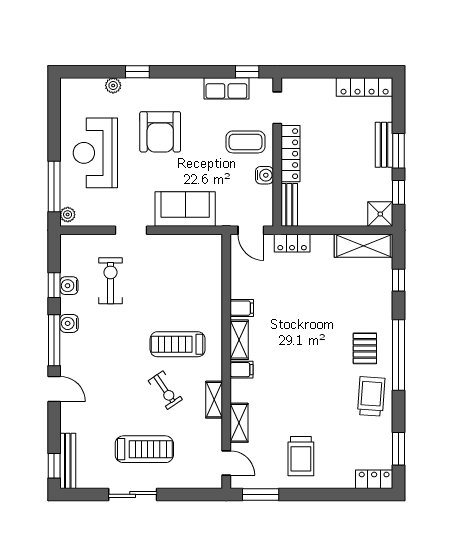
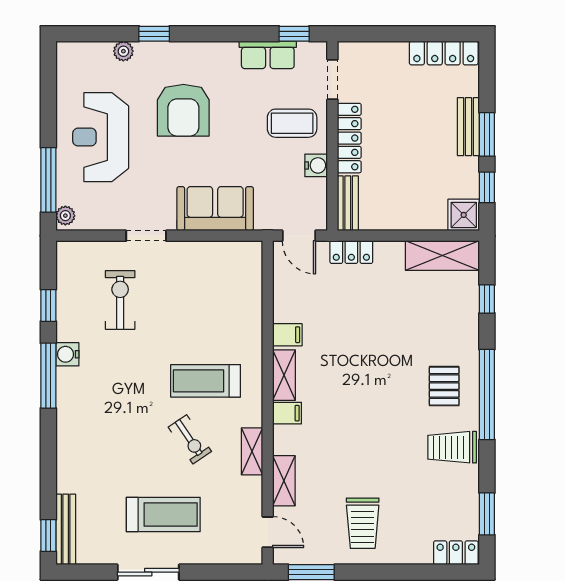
water cooler: (69, 286) -> (67, 306), removed
door: (54, 389) -> (48, 438), removed
trolley: (371, 396) -> (452, 447), turned -94

